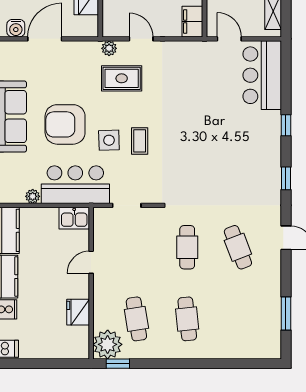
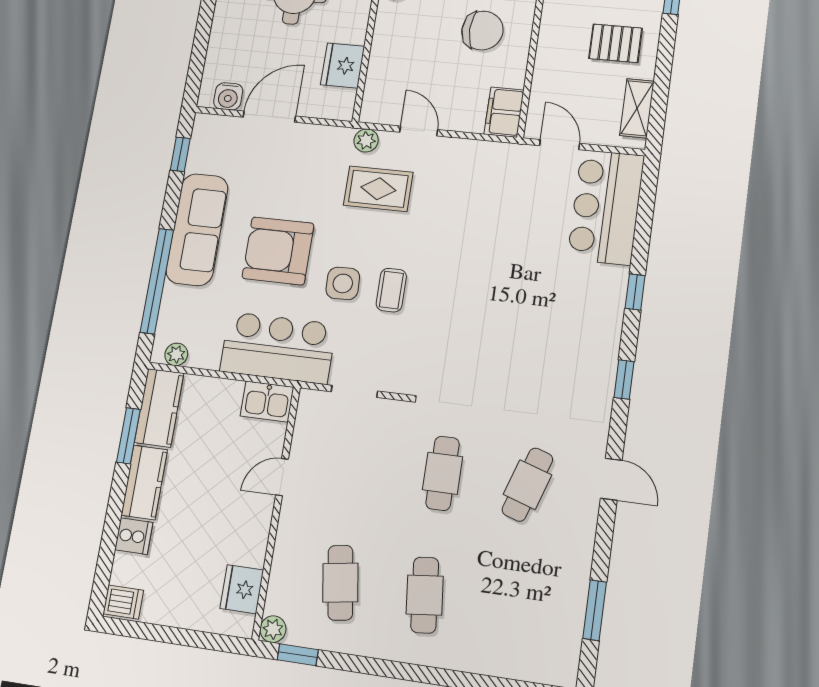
plant: (33, 196) -> (176, 354), moved
cafe table: (238, 247) -> (527, 485), turned 39
fridge: (78, 312) -> (242, 589), moved
plant: (108, 344) -> (273, 629), width x0.53, depth x0.53

